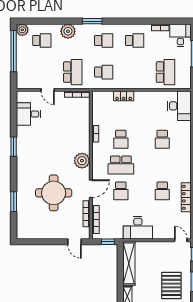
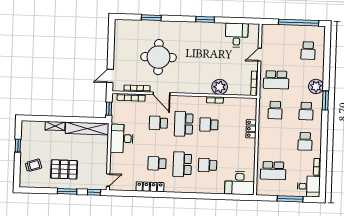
plant: (22, 30) -> (319, 32), removed
plant: (68, 31) -> (316, 86), moved
plant: (82, 161) -> (220, 87), moved
school desk: (162, 165) -> (182, 164), added

